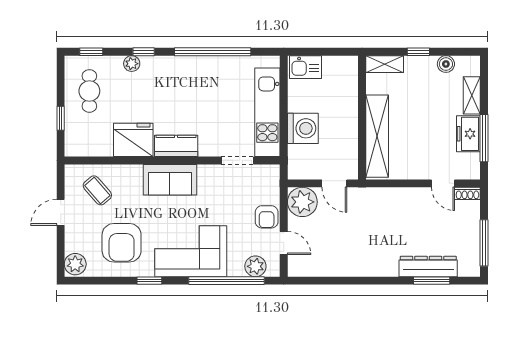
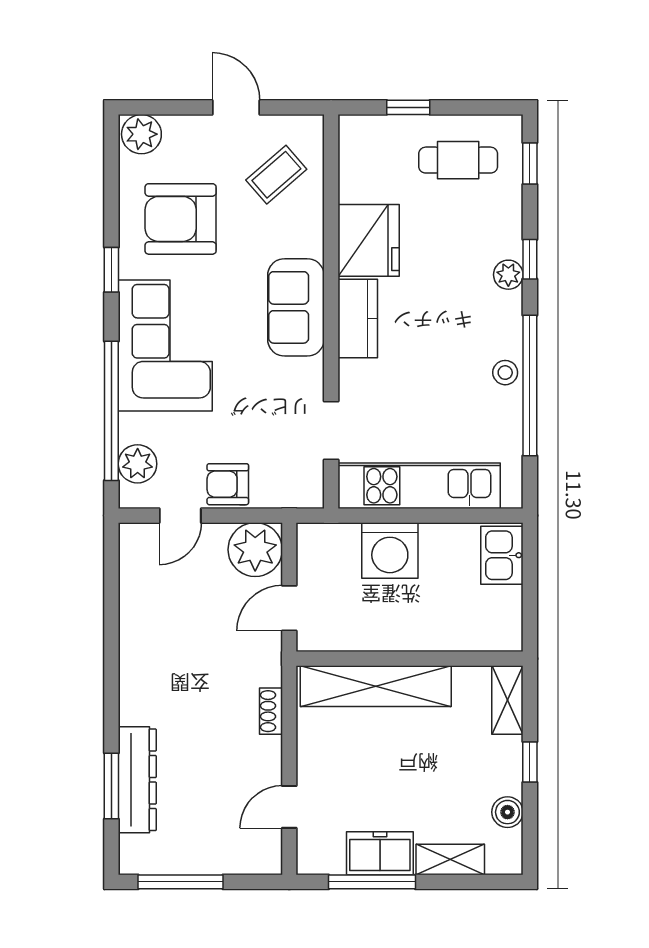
plant: (132, 64) -> (508, 275), moved
stool: (206, 65) -> (505, 373), added
shoe rack: (467, 193) -> (271, 711), moved

